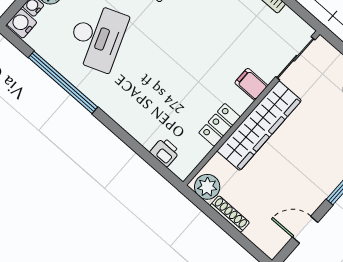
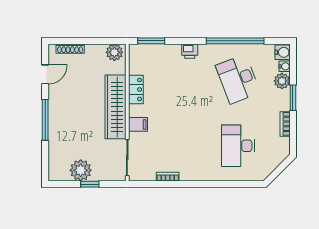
printer: (165, 152) -> (190, 51), moved
window: (155, 164) -> (151, 41), added
shoe rack: (230, 214) -> (70, 49), moved

